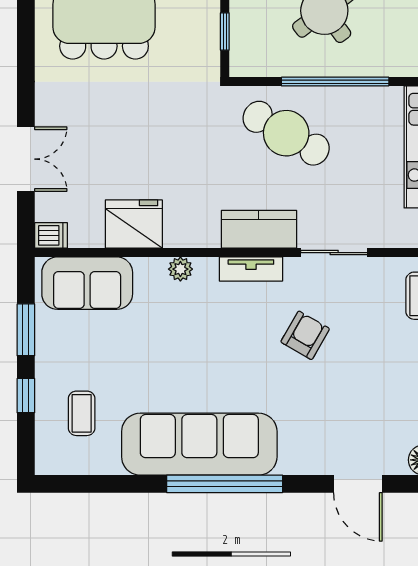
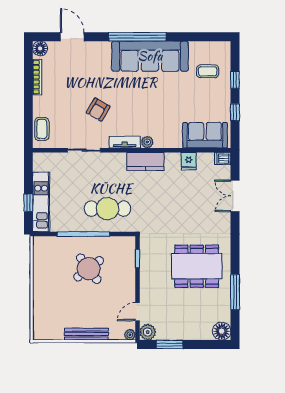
cafe table: (286, 133) -> (107, 209), turned -30
fridge: (134, 224) -> (189, 161), width x0.53, depth x0.75
kitchen counter: (259, 229) -> (145, 162), moved
plant: (180, 269) -> (147, 142), moved
window: (26, 330) -> (235, 112), width x0.67
coffee table: (82, 413) -> (208, 71), turned 90

